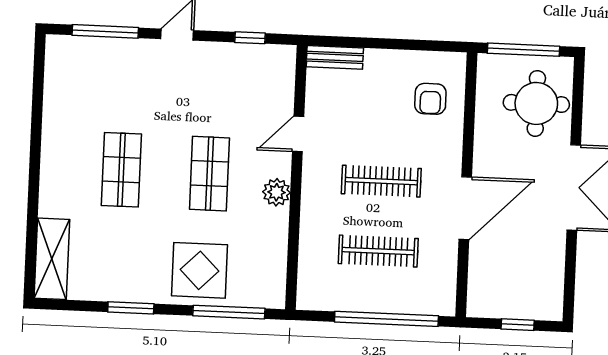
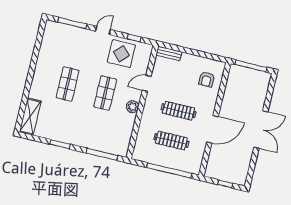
round table: (536, 103) -> (252, 90), removed
display table: (199, 270) -> (121, 54), moved

